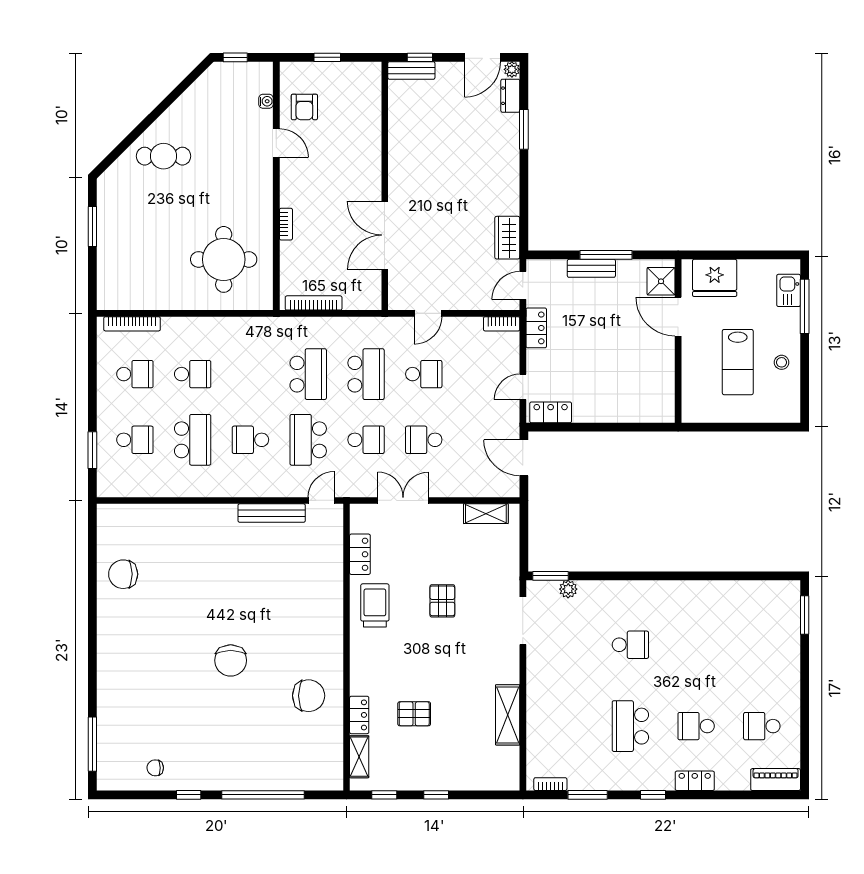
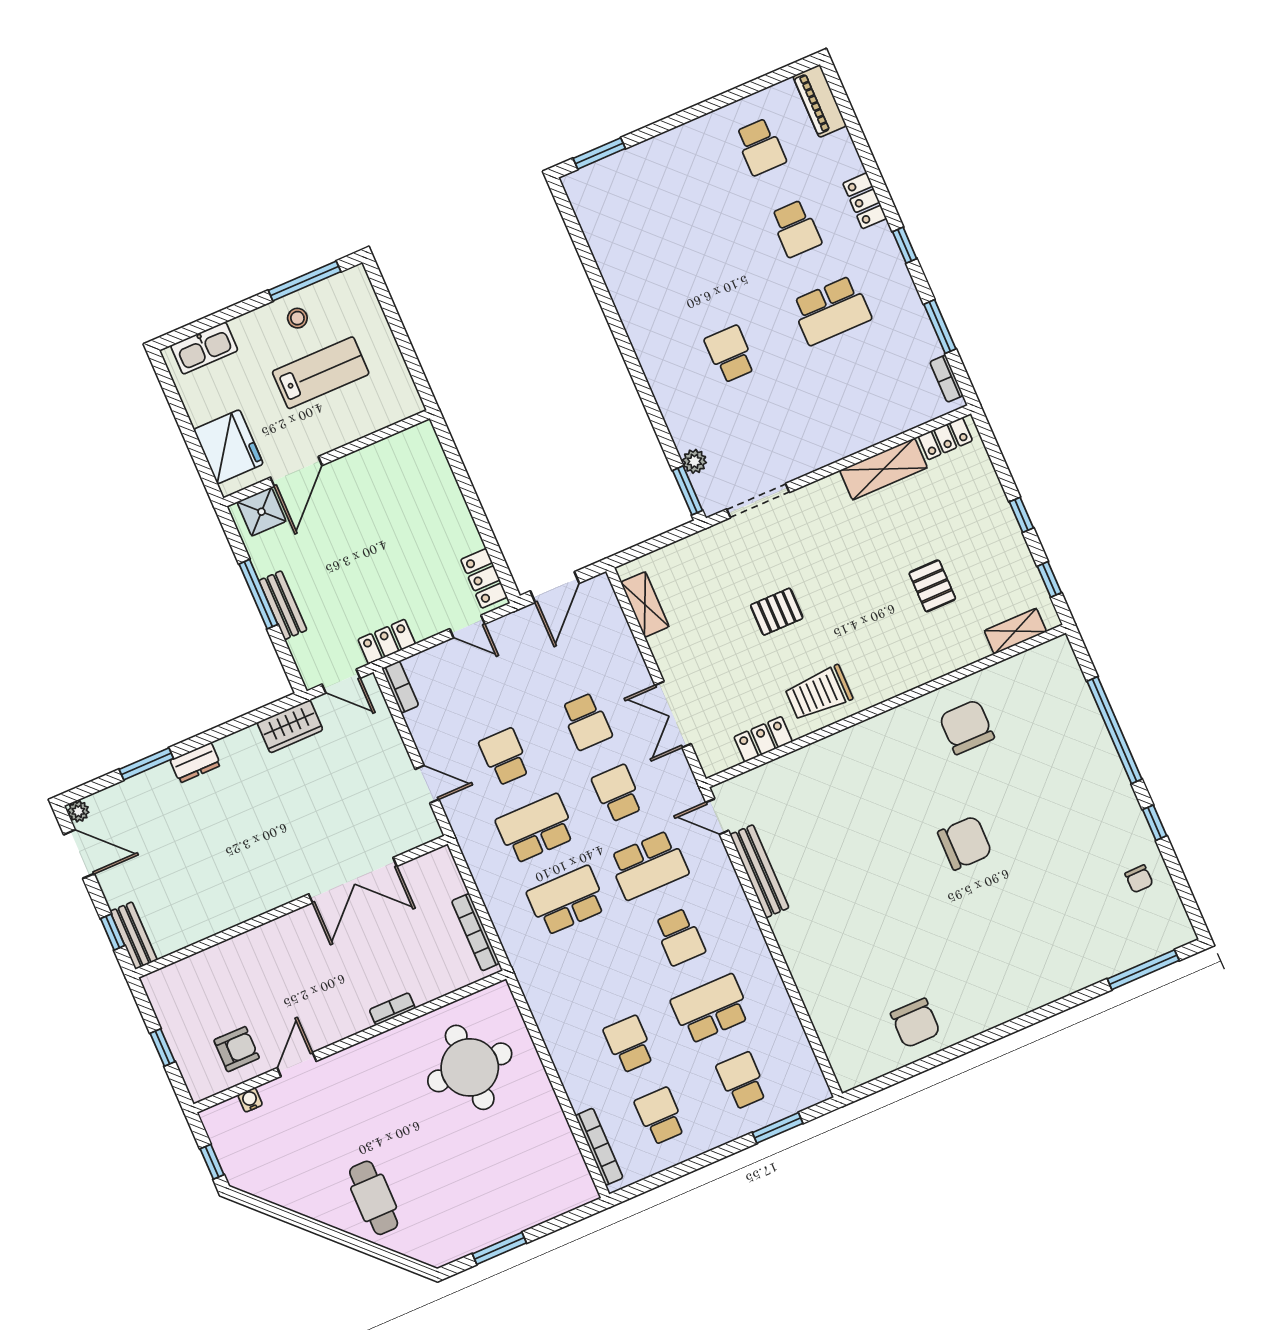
dresser: (510, 96) -> (195, 763), moved
kitchen sink: (789, 290) -> (204, 348), width x1.38
window: (805, 306) -> (305, 281), moved
locker: (359, 715) -> (945, 438), moved, turned 180

